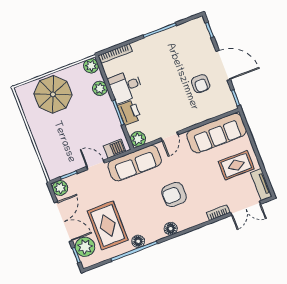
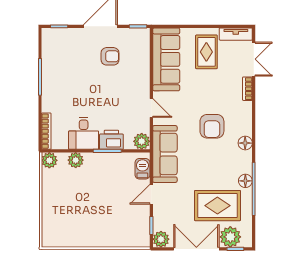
parasol: (53, 94) -> (63, 210), removed

